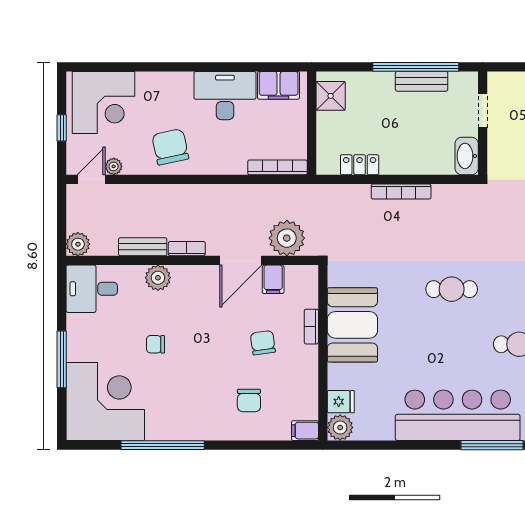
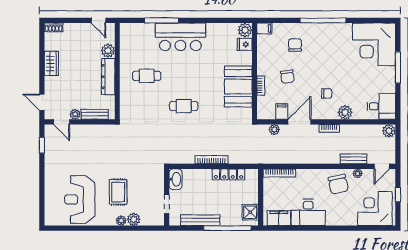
window: (416, 67) -> (227, 228), moved
bench: (422, 81) -> (200, 220), width x1.36
locker: (360, 165) -> (228, 174), width x1.53
plant: (114, 166) -> (358, 173), moved
plant: (287, 238) -> (274, 130), width x0.53, depth x0.53
bench: (143, 247) -> (354, 159), moved
chair: (155, 344) -> (327, 93), moved
bar counter: (458, 415) -> (180, 37), width x0.73
window: (163, 445) -> (323, 20), moved

